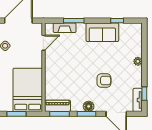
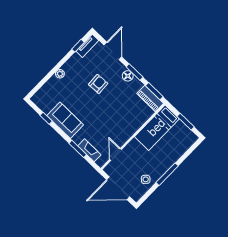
door: (43, 43) -> (115, 154), hinge flipped
armchair: (104, 80) -> (98, 84), turned 87
bed: (28, 90) -> (157, 128), width x0.67

